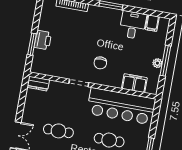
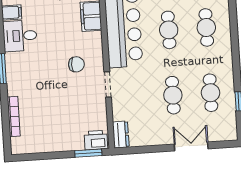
printer: (43, 40) -> (96, 140), moved
window: (32, 44) -> (88, 153), moved

